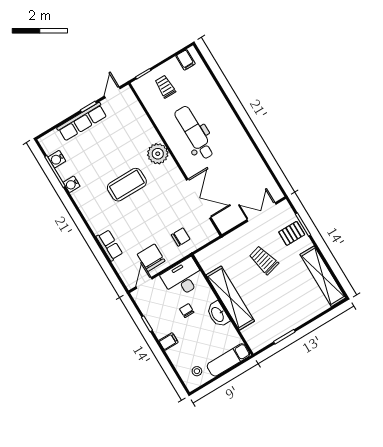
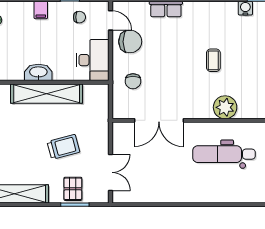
dental chair: (194, 133) -> (224, 154), turned 180
coffee table: (127, 185) -> (213, 60), width x0.54, depth x0.58
chair: (187, 311) -> (79, 17), moved

